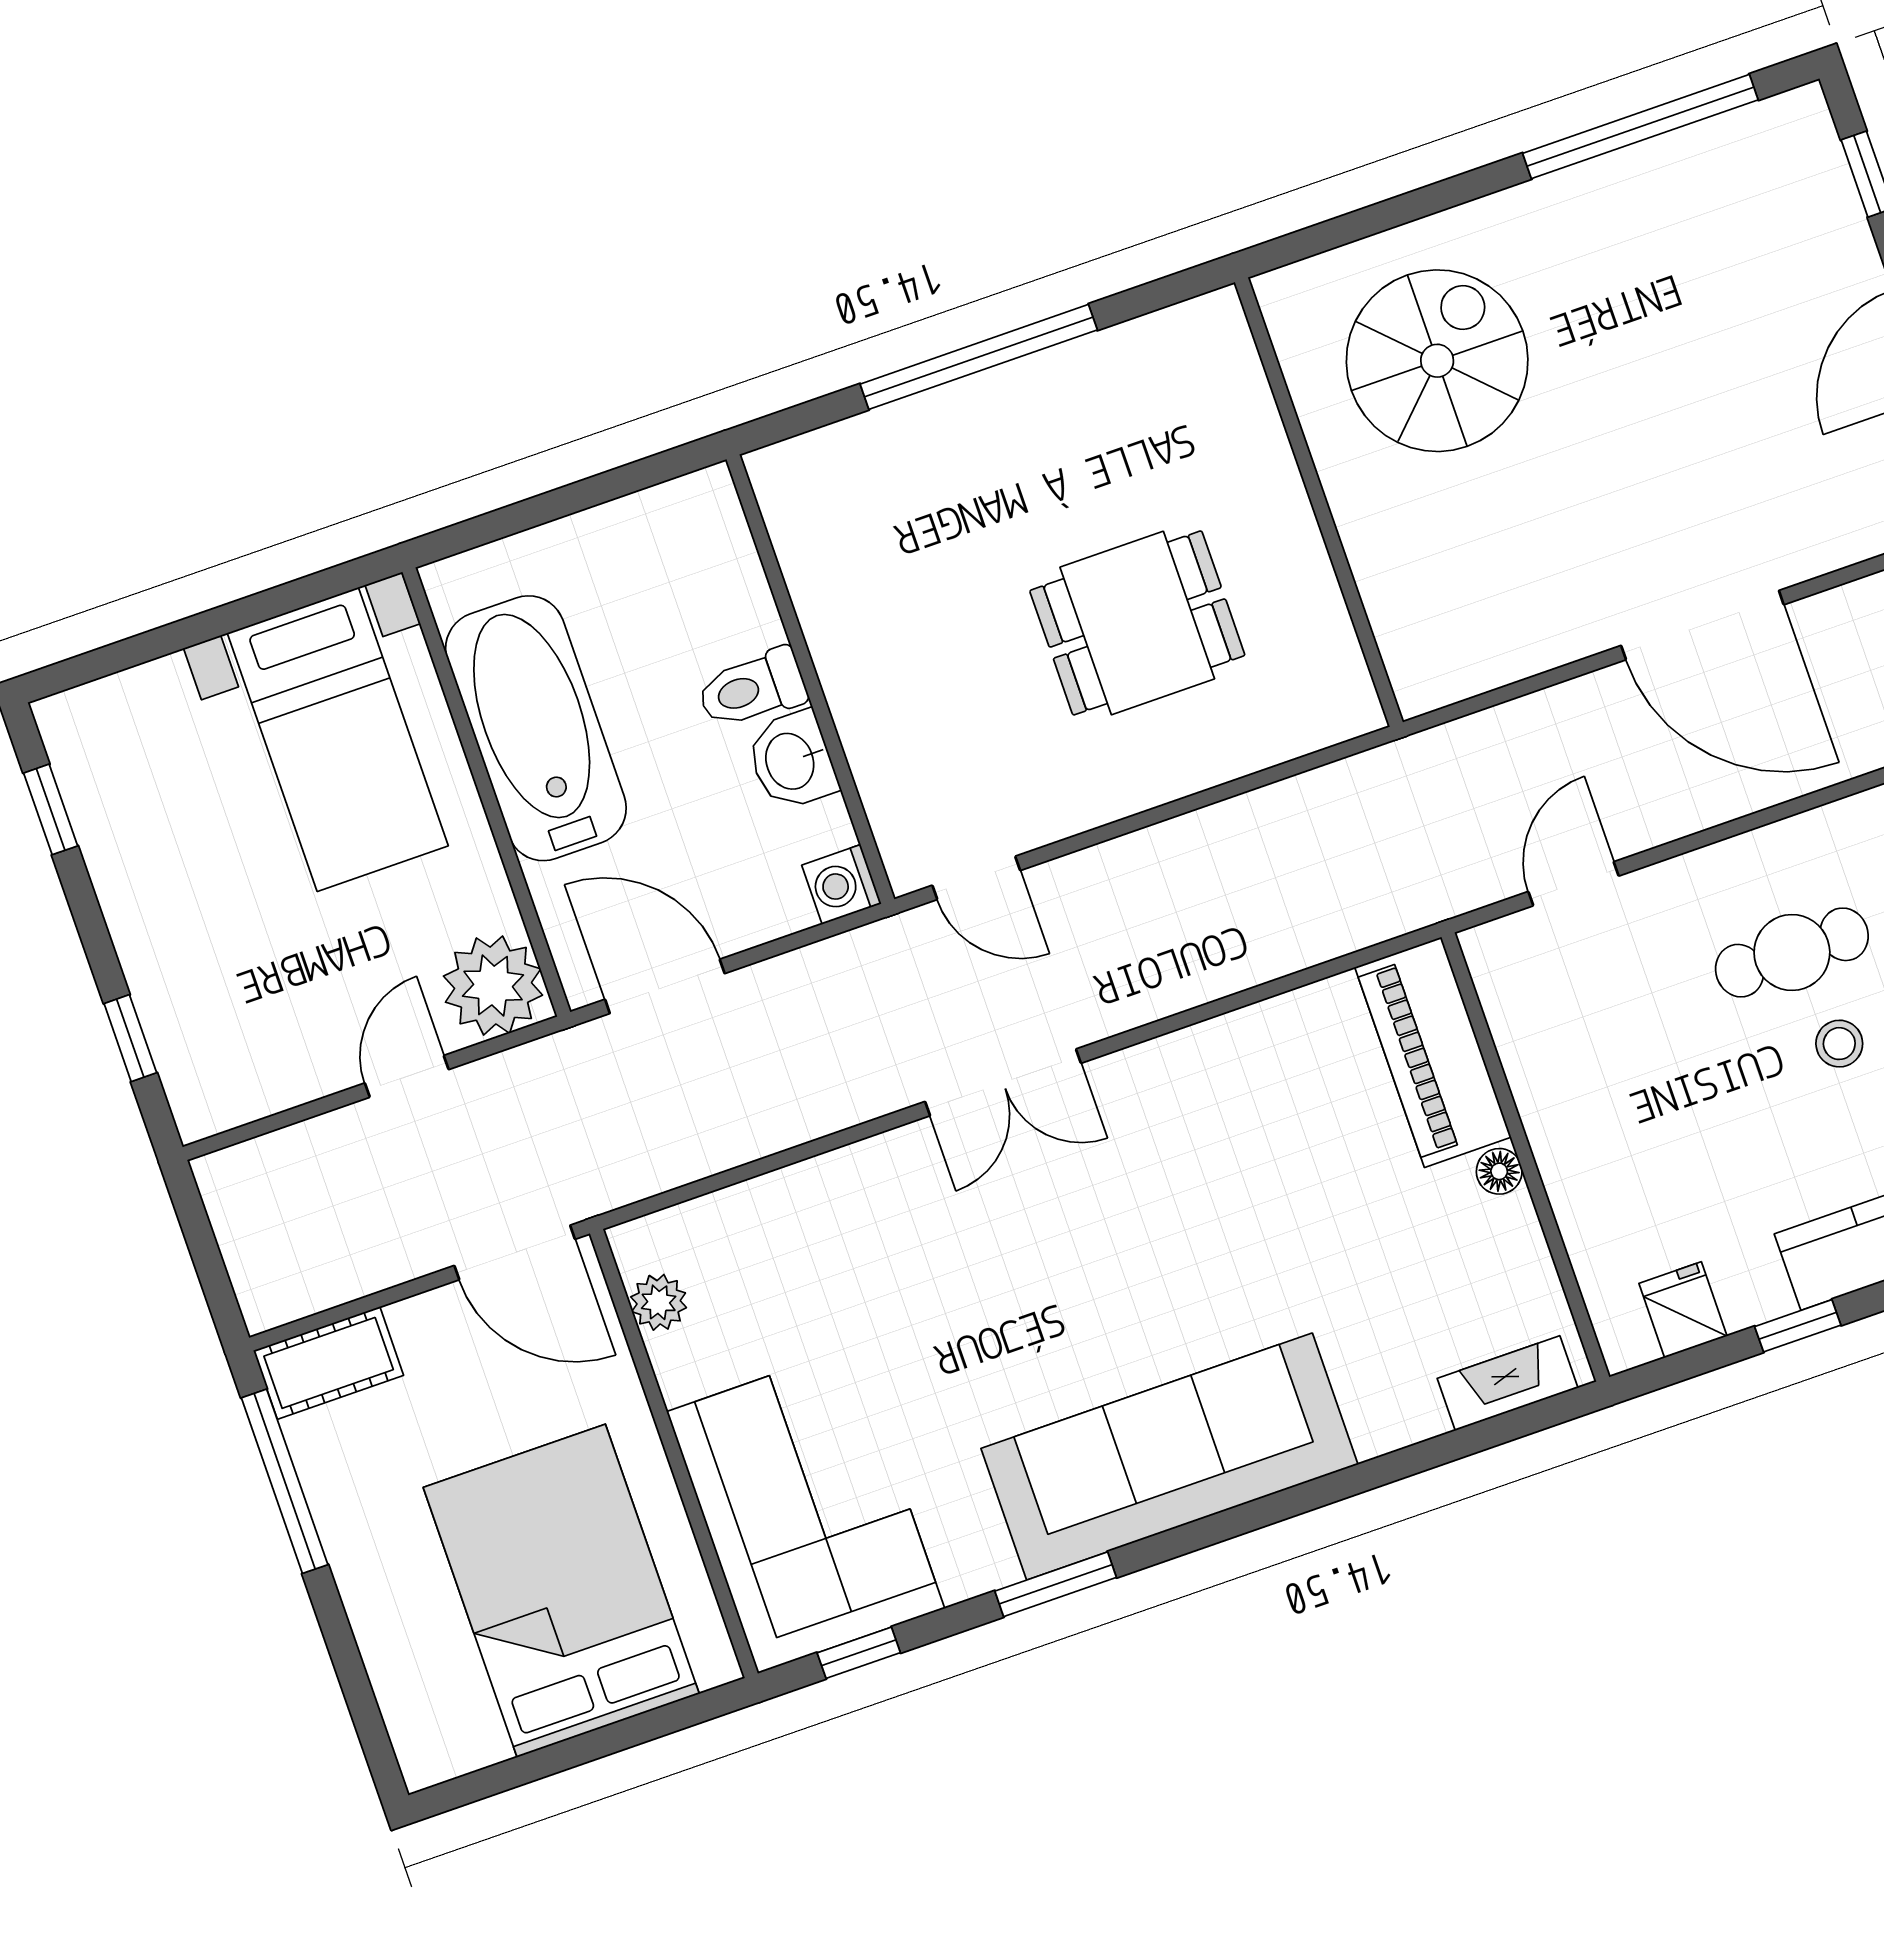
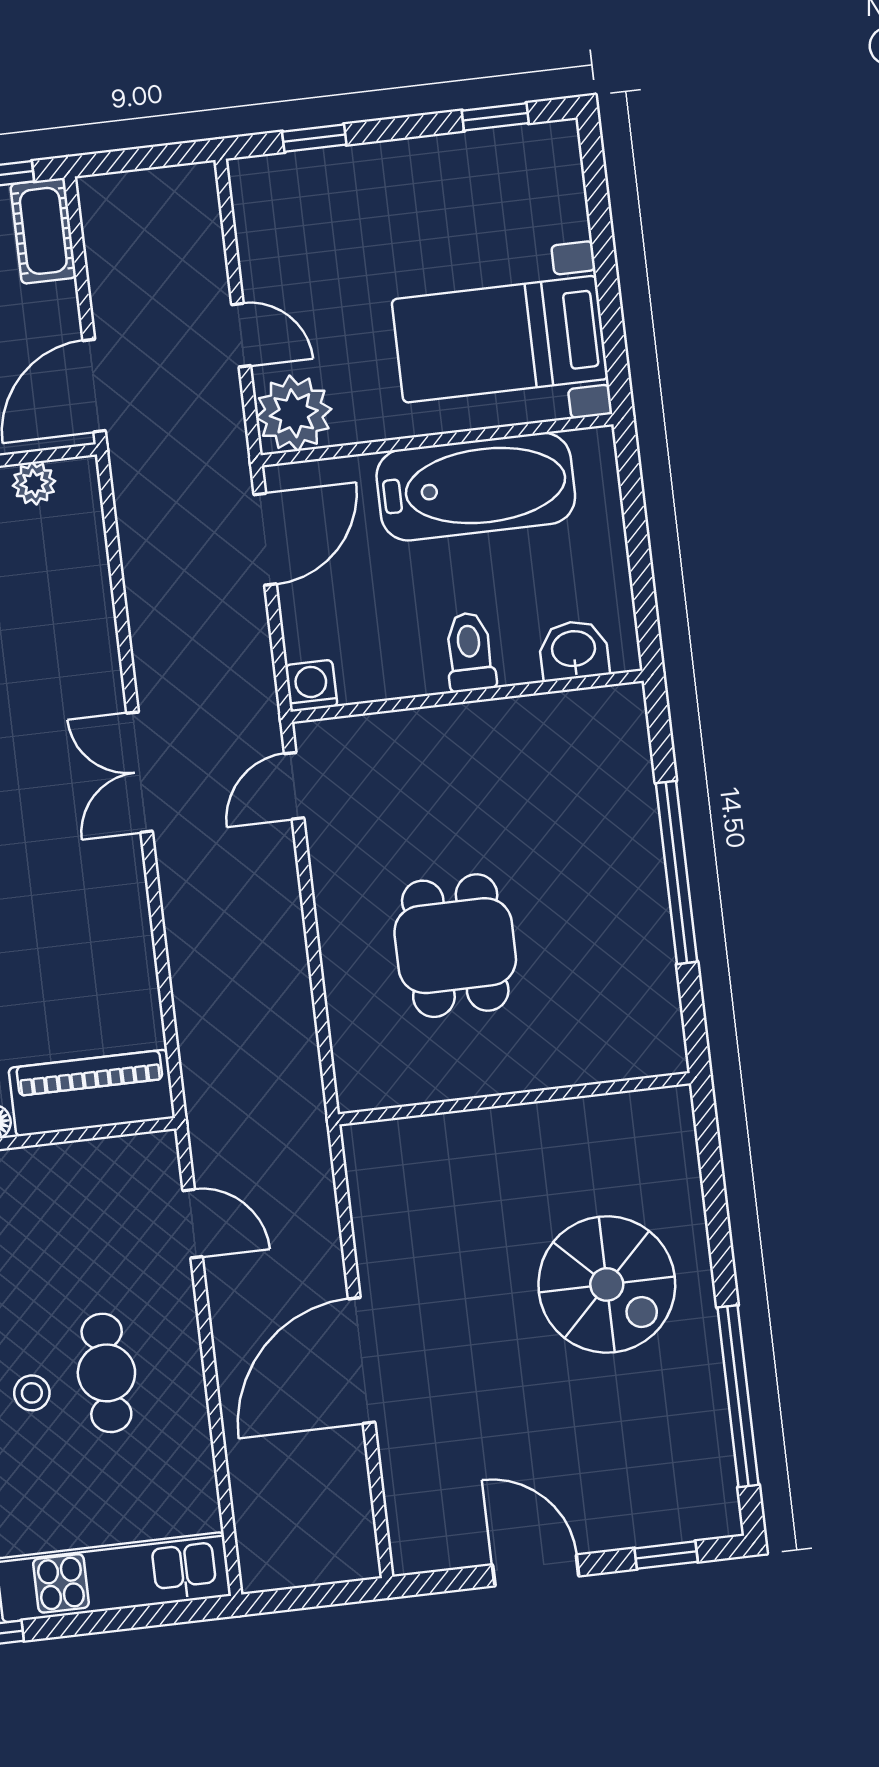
spiral stairs: (1437, 361) -> (607, 1284), moved
washbasin: (792, 761) -> (574, 650), moved

